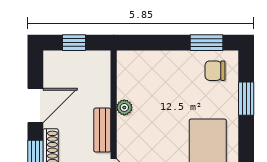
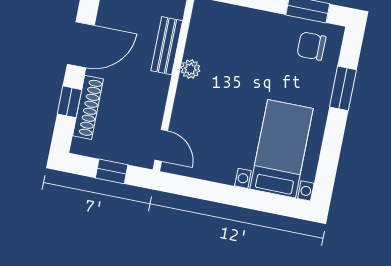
bench: (102, 130) -> (167, 46), moved

